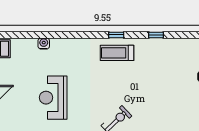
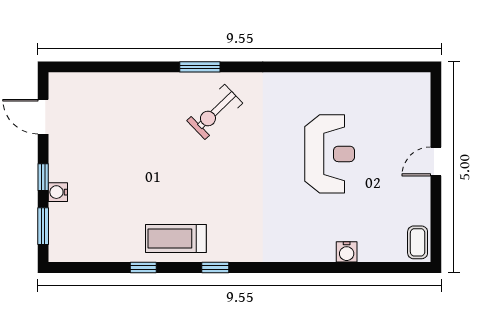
treadmill: (117, 53) -> (176, 239), moved, turned 180

